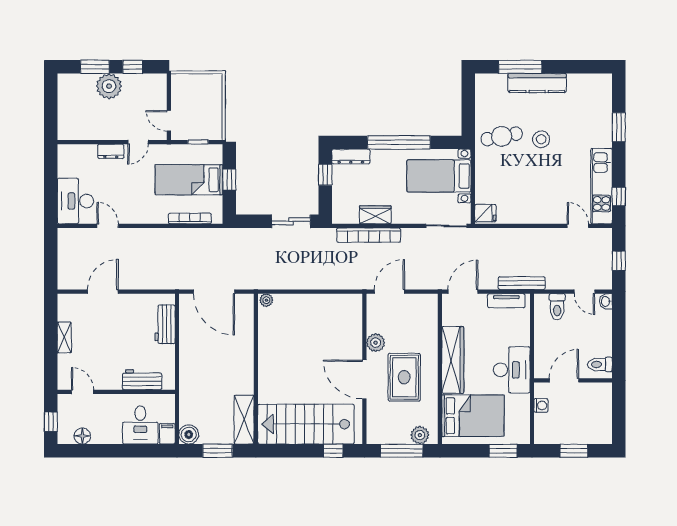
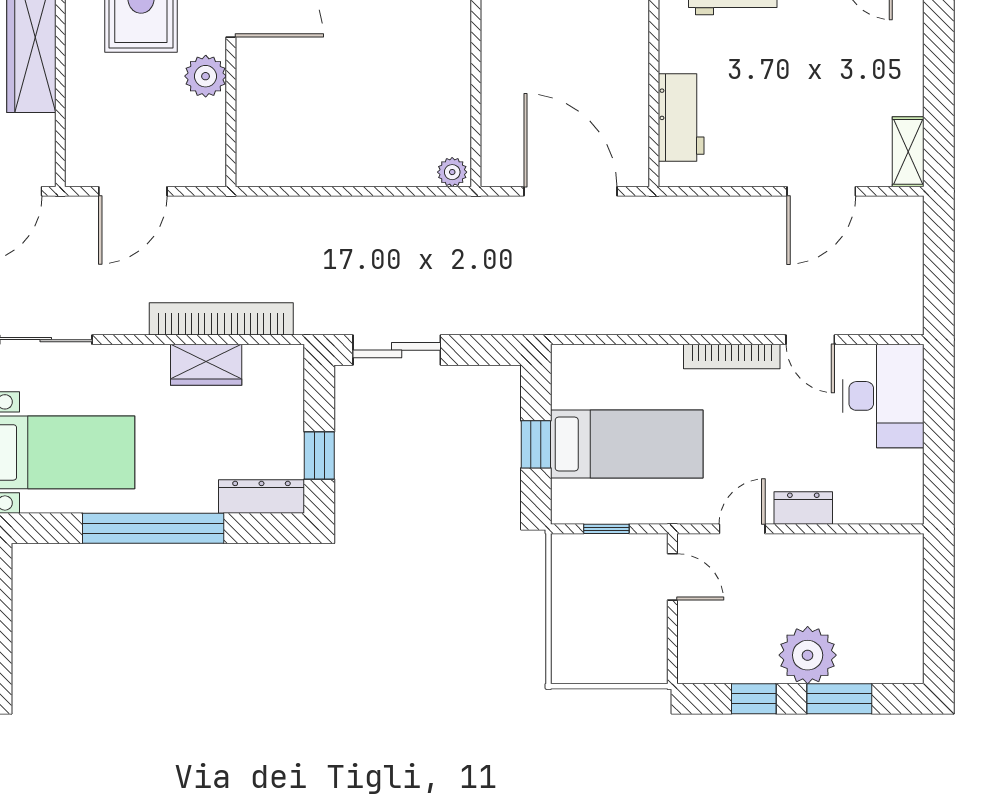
bookcase: (190, 218) -> (732, 356), moved
door: (389, 292) -> (133, 191), moved
shelving: (64, 338) -> (908, 152), moved

